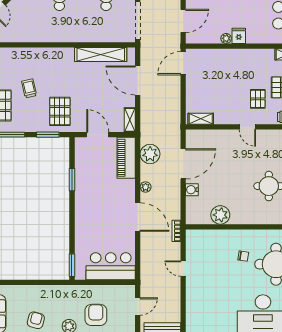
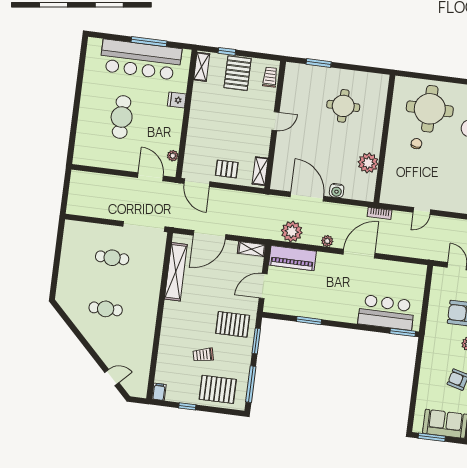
fridge: (239, 36) -> (177, 100), moved
plant: (226, 38) -> (173, 156), moved
pallet: (258, 99) -> (227, 169), moved
bar counter: (111, 266) -> (386, 312), moved, turned 90

